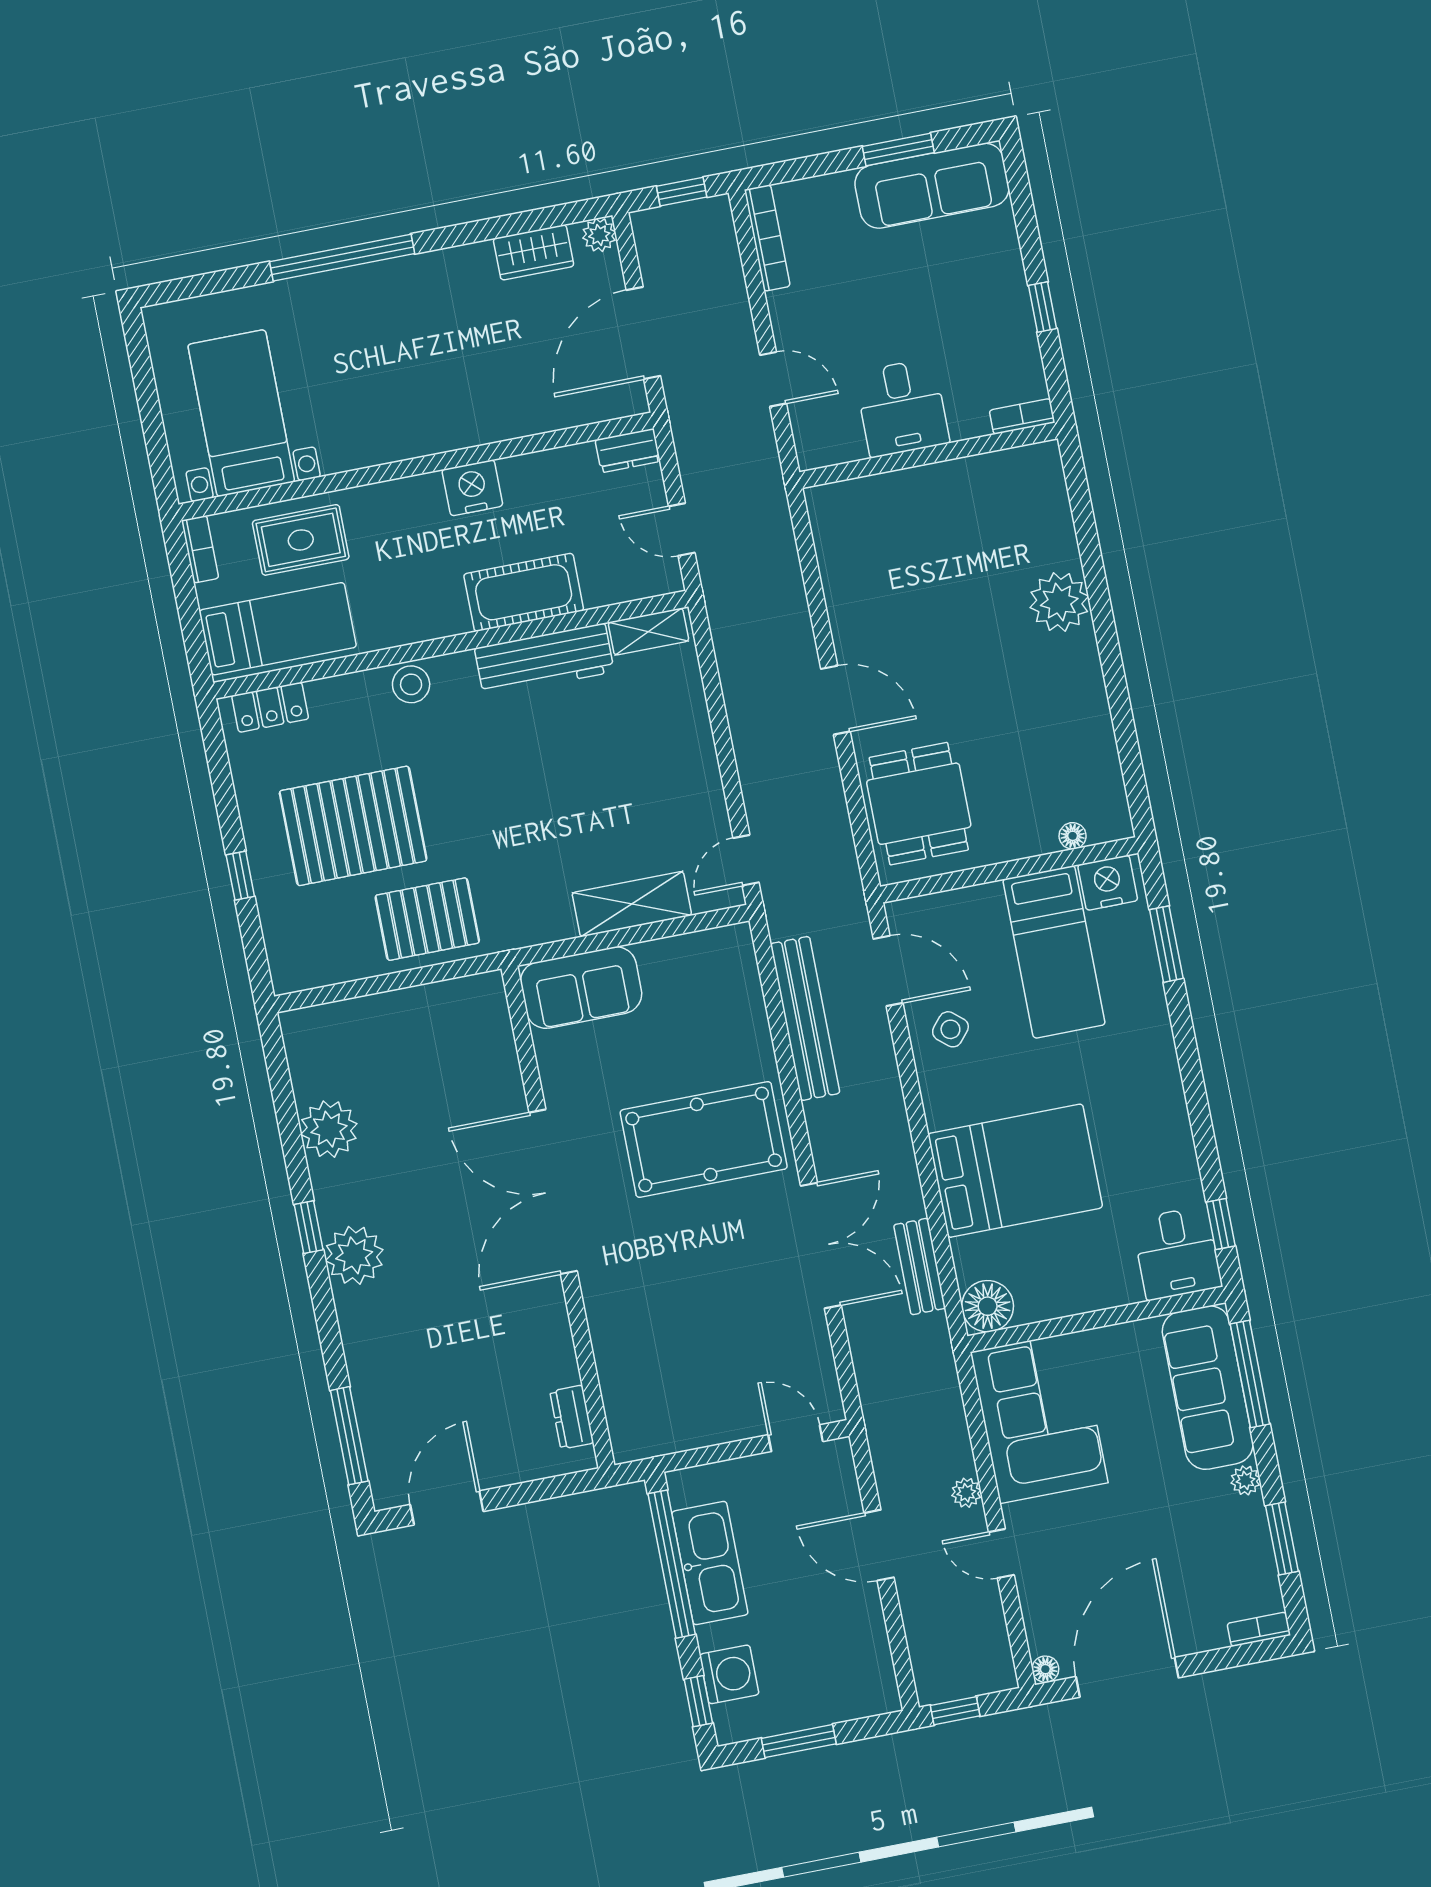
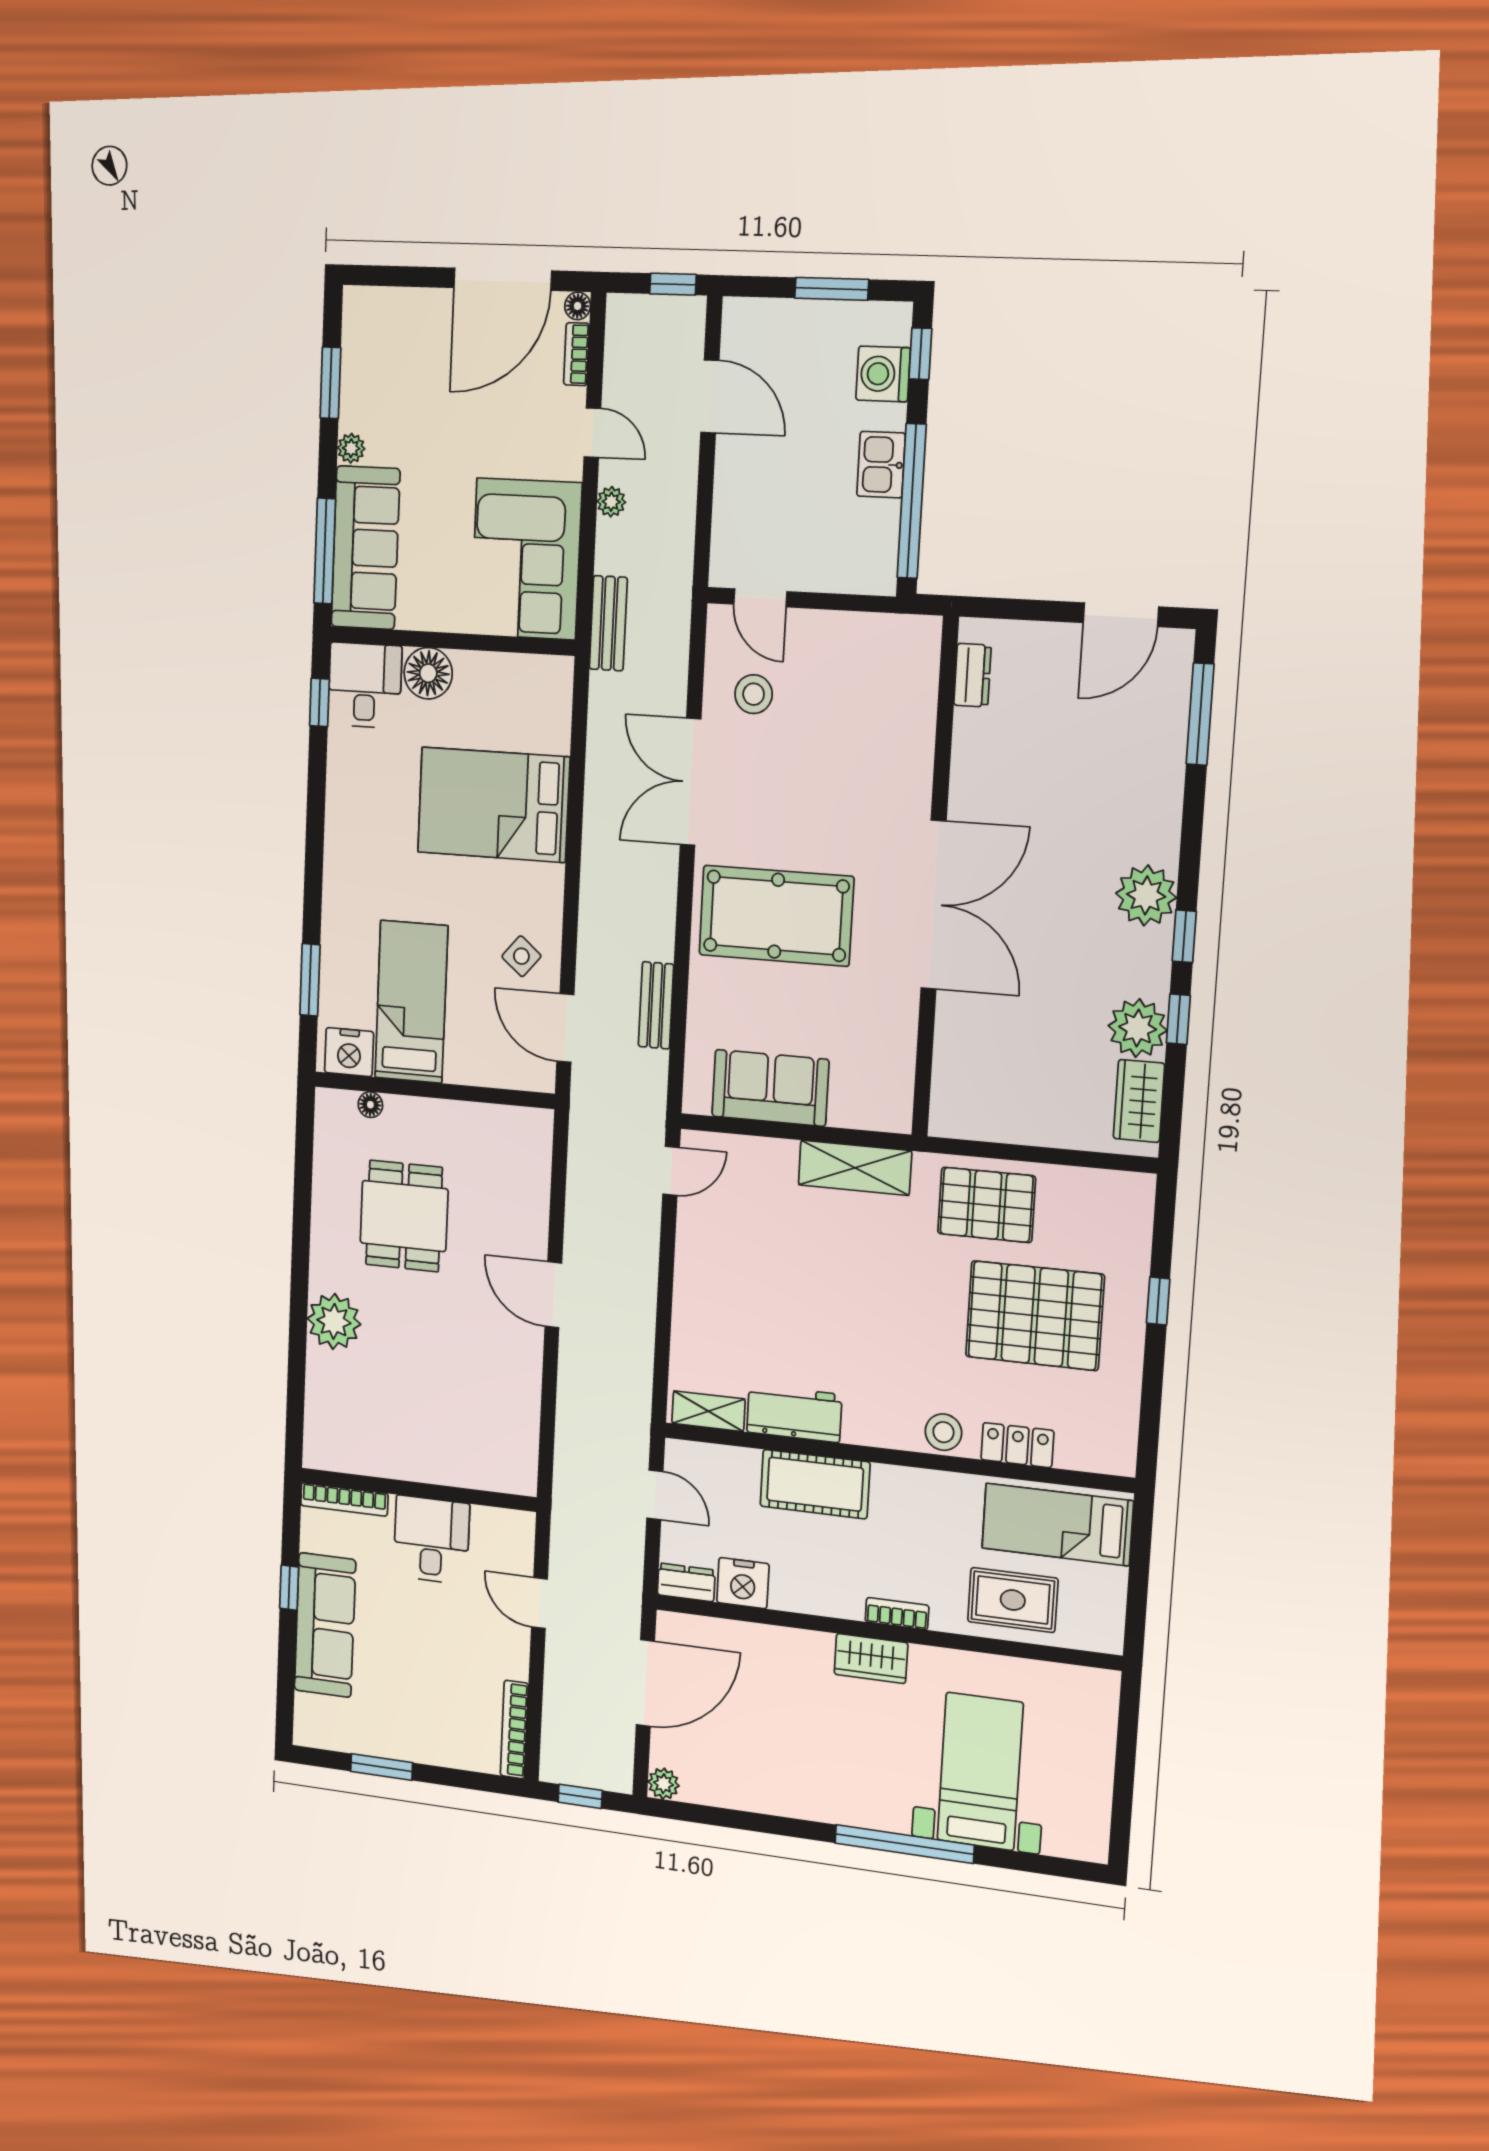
sofa: (932, 186) -> (325, 1625), moved, turned 90
wardrobe: (534, 252) -> (871, 1658), moved, turned 180
bed with nightstands: (241, 413) -> (980, 1771), moved, turned 180
bookcase: (1022, 416) -> (344, 1499), width x1.56
nightstand: (472, 488) -> (743, 1583), moved
bookcase: (200, 549) -> (897, 1614), moved, turned 90
workbench: (544, 660) -> (794, 1413), width x0.73
locker: (270, 707) -> (1017, 1445), moved
dining table: (919, 804) -> (404, 1216), moved
shelving: (632, 904) -> (855, 1168), moved
sofa: (581, 988) -> (770, 1088), moved
bench: (805, 1018) -> (656, 1005), width x0.54, depth x0.82
wardrobe: (309, 1061) -> (1139, 1101), added
window: (293, 1148) -> (1178, 1019), added
bench: (920, 1267) -> (608, 623), moved
floor lamp: (988, 1306) -> (428, 673), moved
stool: (779, 1345) -> (754, 694), added
door: (879, 1545) -> (710, 397), moved
kitchen sink: (710, 1563) -> (881, 465), width x0.53, depth x0.81
bookcase: (1259, 1629) -> (577, 354), moved, turned 90

